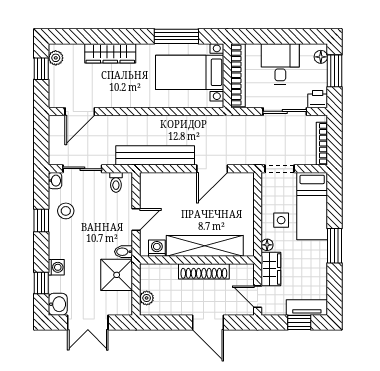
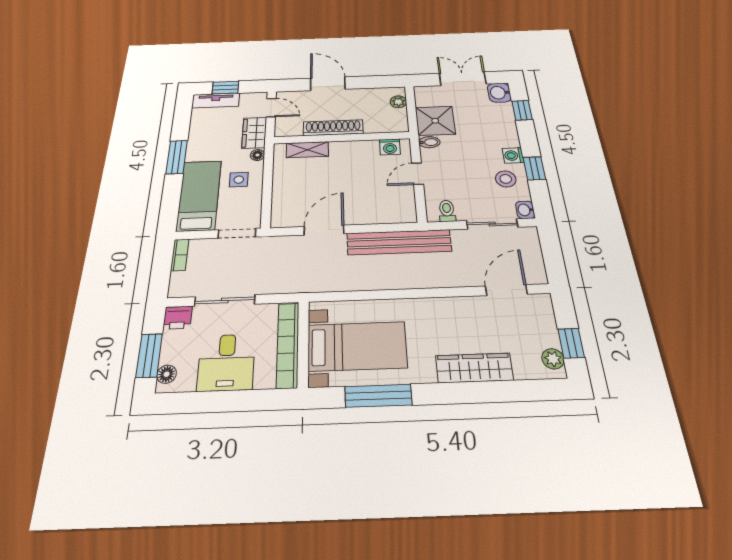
bookcase: (322, 144) -> (180, 255), width x0.64
shelving: (205, 246) -> (307, 150), width x0.45, depth x0.75
washing machine: (56, 267) -> (513, 155), moved

